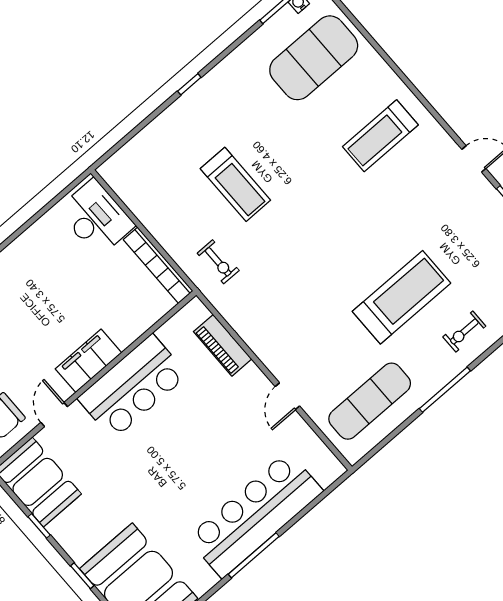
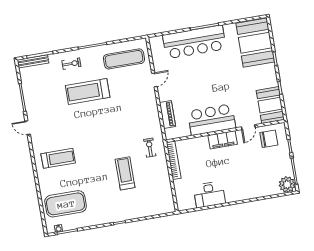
desk: (96, 218) -> (209, 195), moved, turned -90

